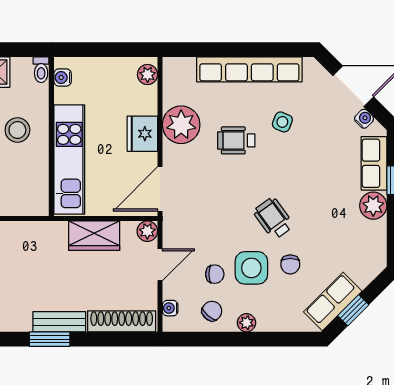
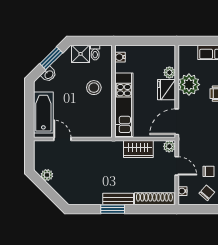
toilet: (41, 70) -> (95, 53), moved
plant: (148, 75) -> (169, 72), moved
door: (160, 265) -> (177, 166), hinge flipped

